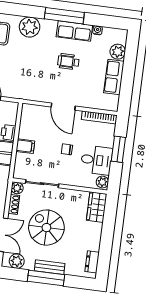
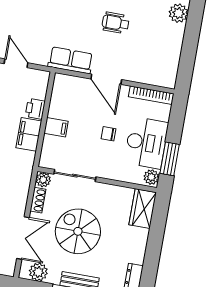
row of seats: (114, 77) -> (71, 60), moved, turned 90
window: (118, 149) -> (170, 159), moved
desk: (96, 160) -> (146, 143), width x1.37

